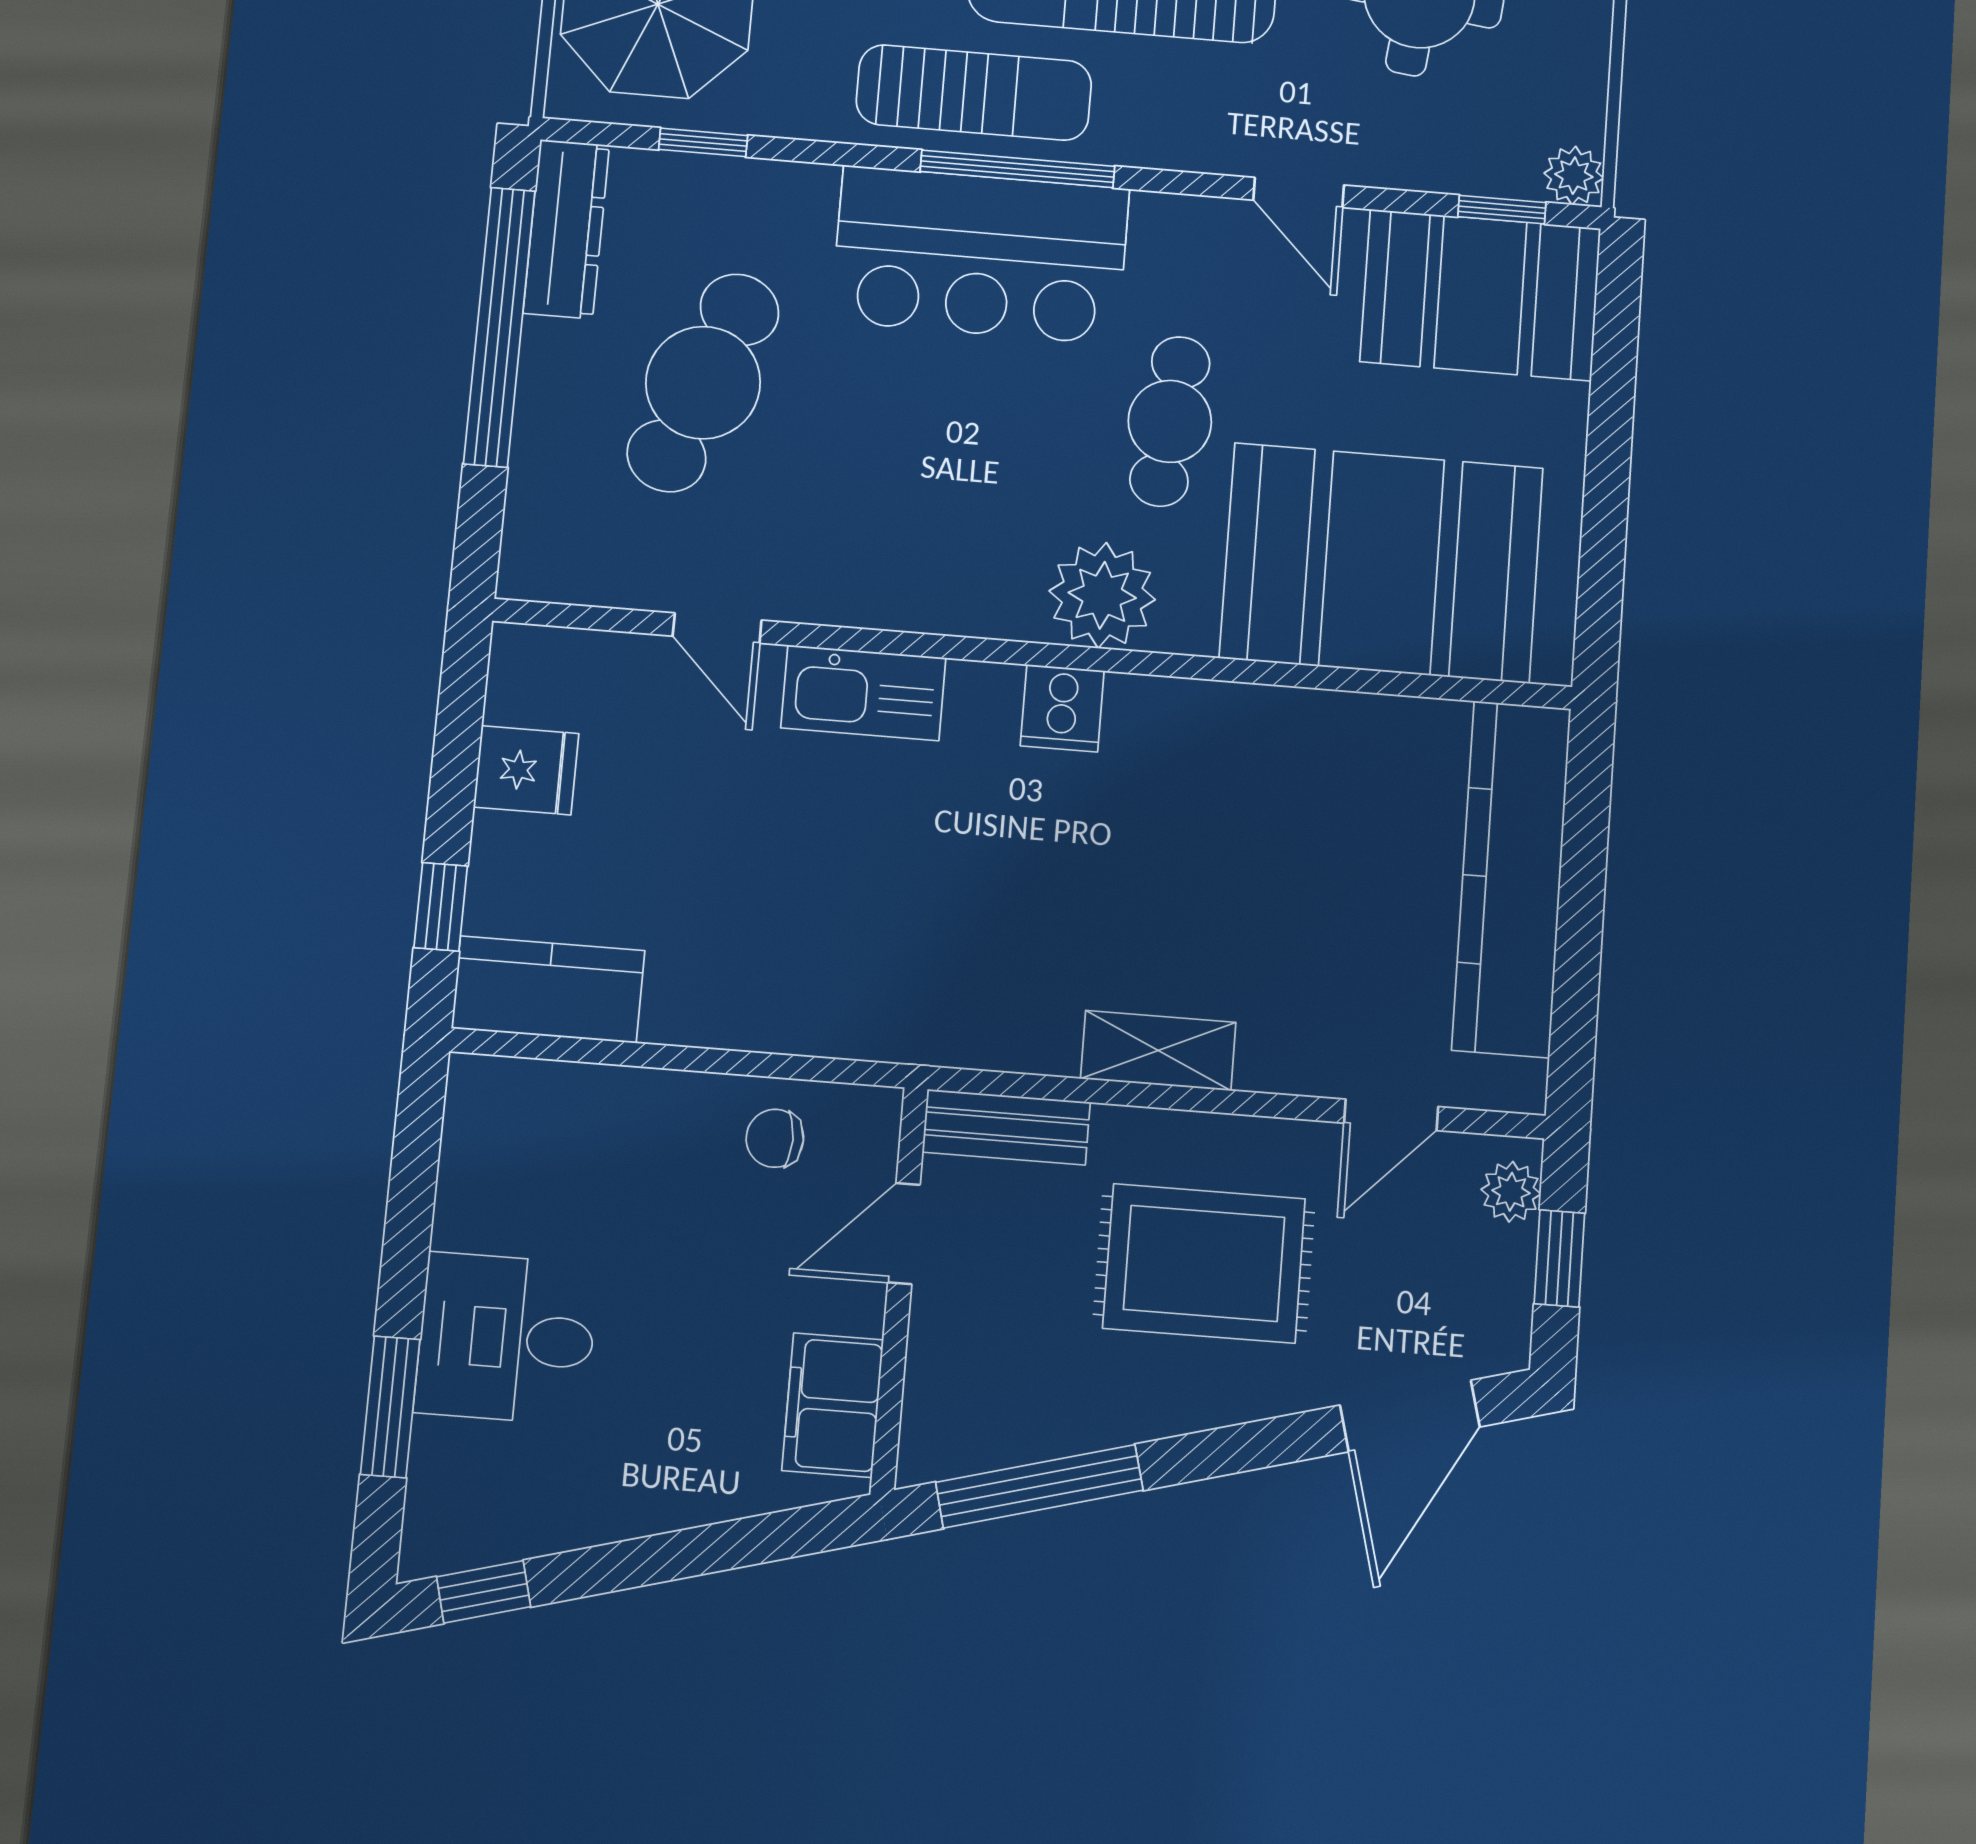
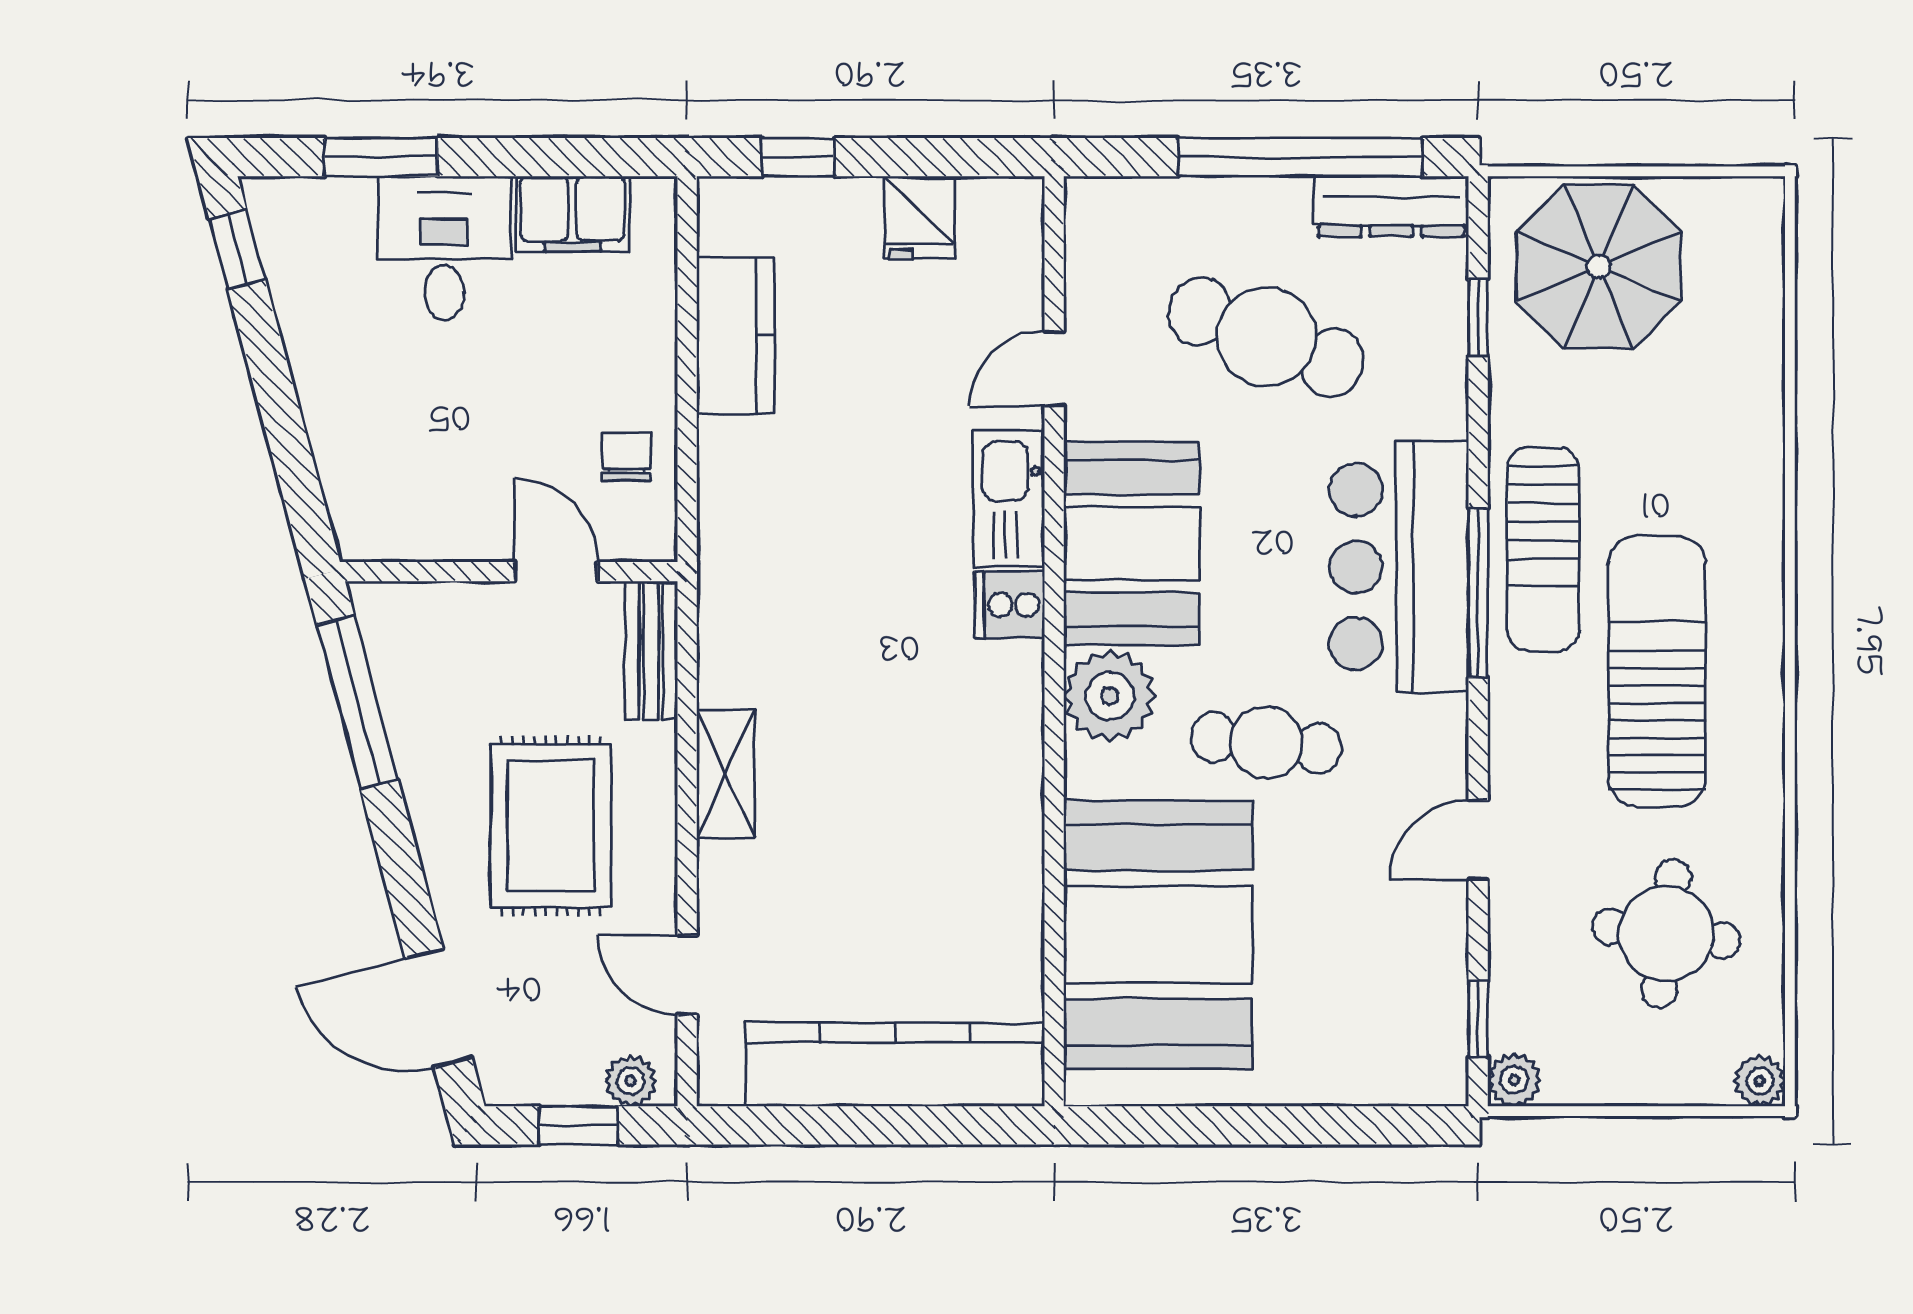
booth: (1481, 295) -> (1132, 543), moved
cooker: (1062, 708) -> (1010, 605), moved
kitchen counter: (548, 989) -> (736, 336), moved
filing cabinet: (833, 1405) -> (572, 214), moved, turned 180

